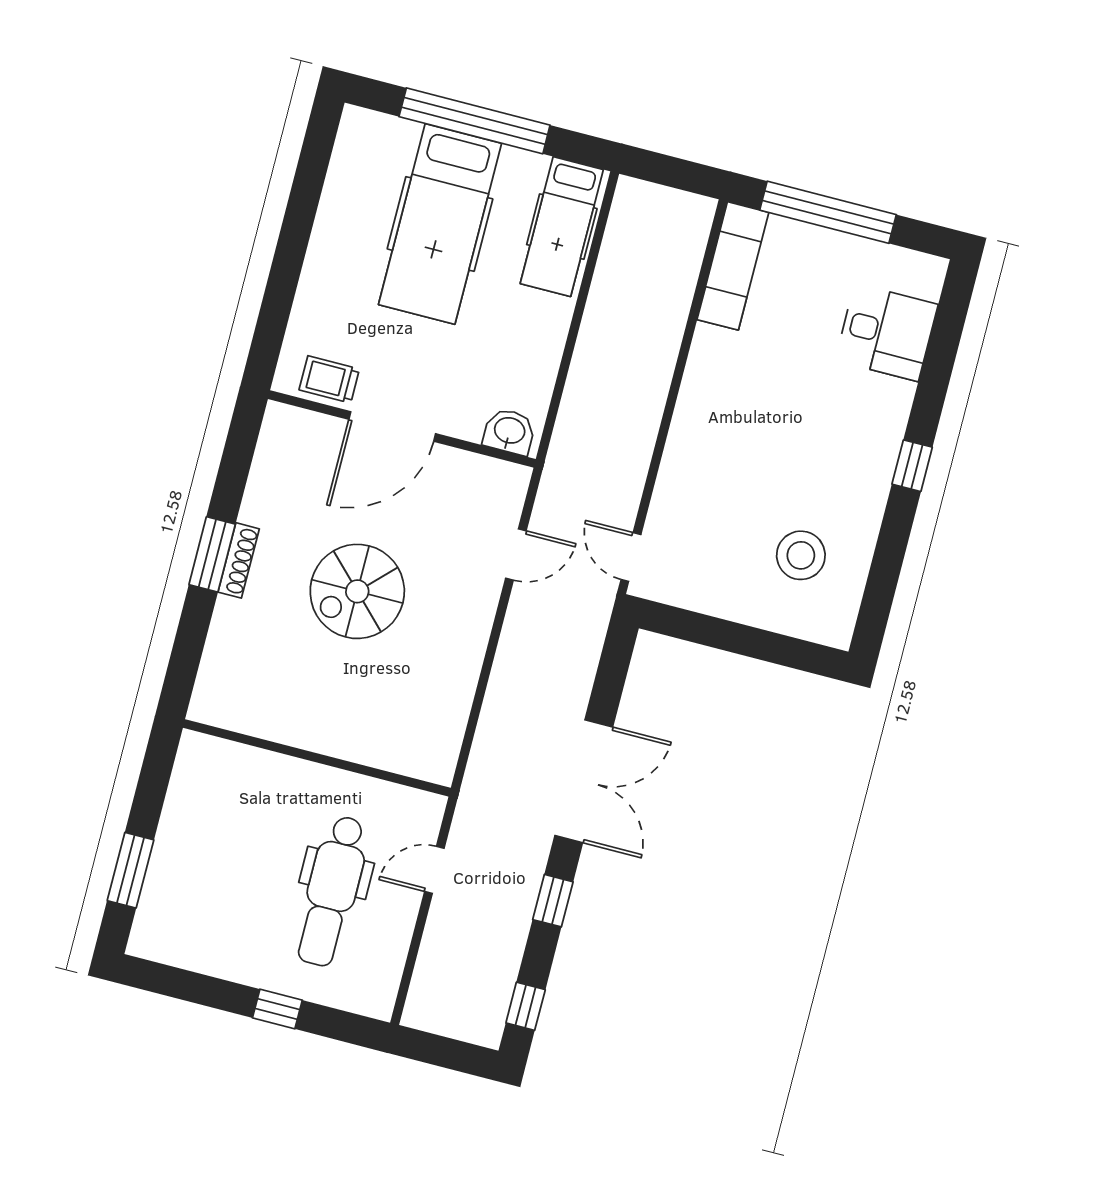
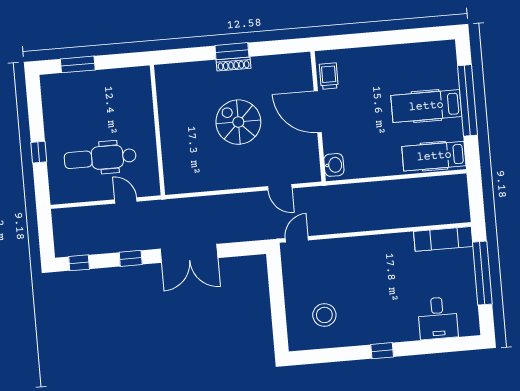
hospital bed: (440, 224) -> (426, 106), width x0.73, depth x0.78

